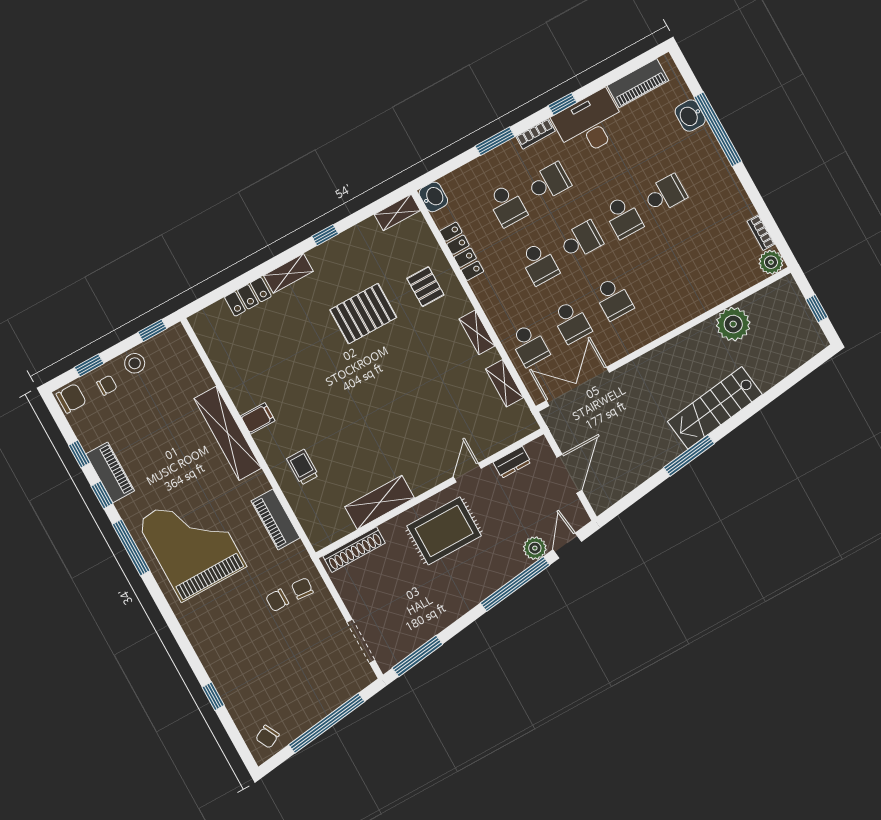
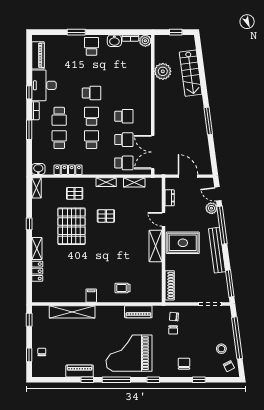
washbasin: (690, 116) -> (114, 41), moved
window: (718, 129) -> (76, 32), width x0.47
school desk: (549, 182) -> (59, 116), turned 180
school desk: (665, 194) -> (92, 46), moved
school desk: (507, 205) -> (59, 140), turned -90
school desk: (539, 264) -> (92, 140), turned -90
pallet: (363, 314) -> (71, 226), width x1.37, depth x1.41
stool: (135, 363) -> (221, 349), moved
pallet: (416, 365) -> (106, 216), added
chair: (71, 398) -> (184, 364), moved
stairs: (715, 408) -> (191, 73), moved
shelving: (228, 433) -> (72, 312), moved
window: (79, 454) -> (153, 380), moved
shelving: (380, 502) -> (156, 246), moved
rug: (444, 531) -> (183, 243), turned 90
bench: (465, 600) -> (217, 250), added

